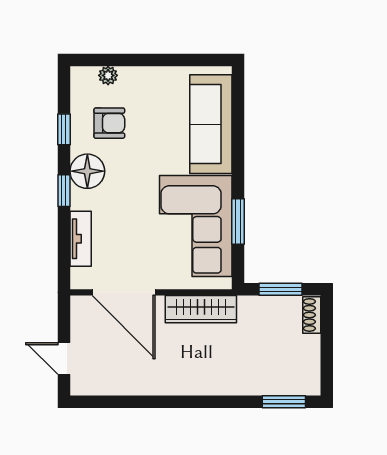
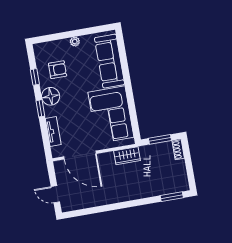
plant: (108, 75) -> (75, 42), moved
window: (238, 221) -> (132, 109), removed
wardrobe: (201, 309) -> (127, 156), width x0.67

